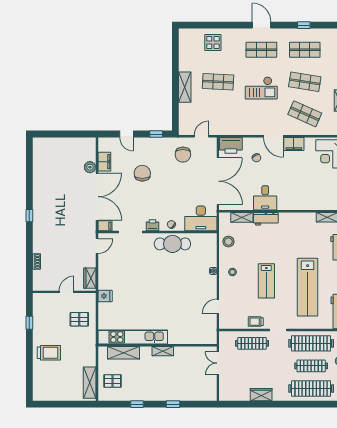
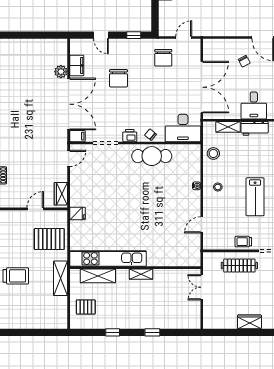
printer: (231, 145) -> (216, 48), removed
chair: (142, 173) -> (119, 78), turned 180
pallet: (79, 319) -> (49, 239), width x1.50, depth x1.42
shelving: (90, 383) -> (61, 278), moved

